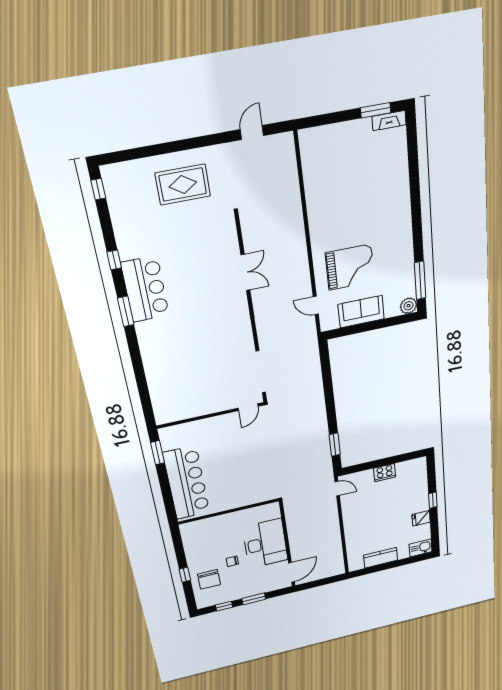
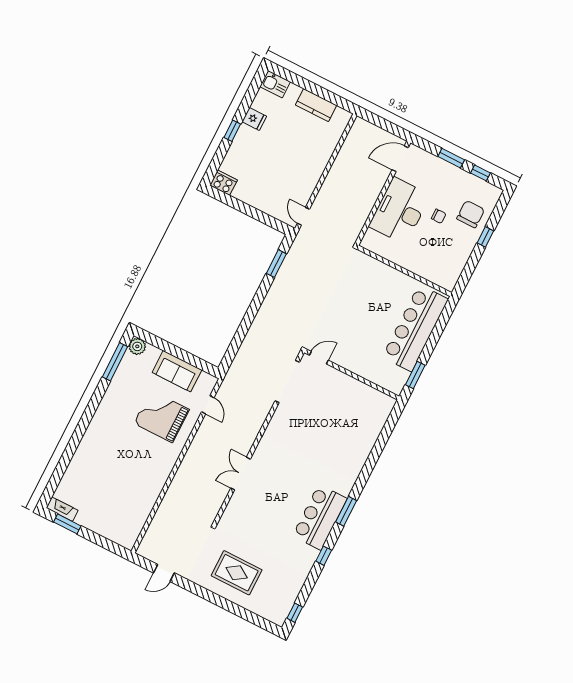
cooker: (385, 473) -> (224, 183), moved

